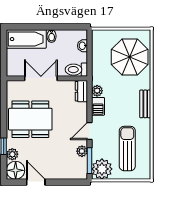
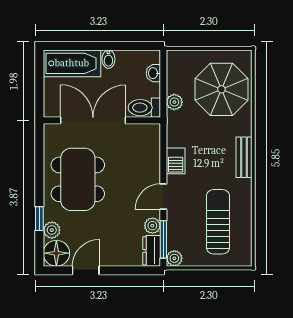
double door: (41, 78) -> (93, 120), width x1.37
dresser: (81, 91) -> (152, 251), moved
plant: (97, 91) -> (174, 102), moved
dining table: (30, 119) -> (78, 179), turned 90
plant: (102, 169) -> (174, 258), width x0.53, depth x0.53
door: (36, 182) -> (86, 270), hinge flipped

